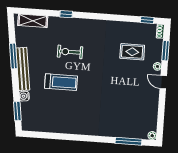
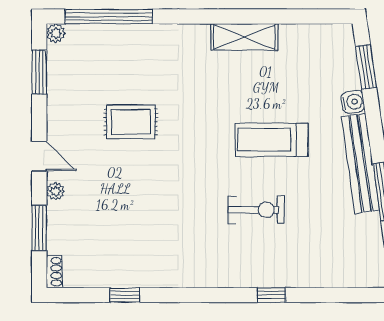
window: (147, 20) -> (125, 295), moved
shelving: (33, 21) -> (244, 37), moved
rug: (132, 52) -> (131, 122), moved
window: (161, 119) -> (39, 72), added
window: (128, 141) -> (109, 17), width x1.46

